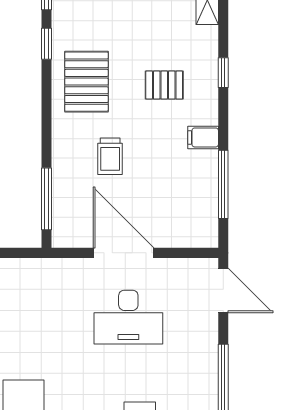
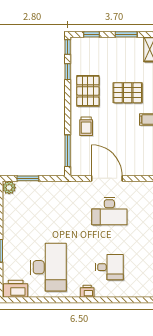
pallet: (164, 85) -> (128, 93), width x1.50, depth x1.42
trolley: (110, 156) -> (86, 126), moved

